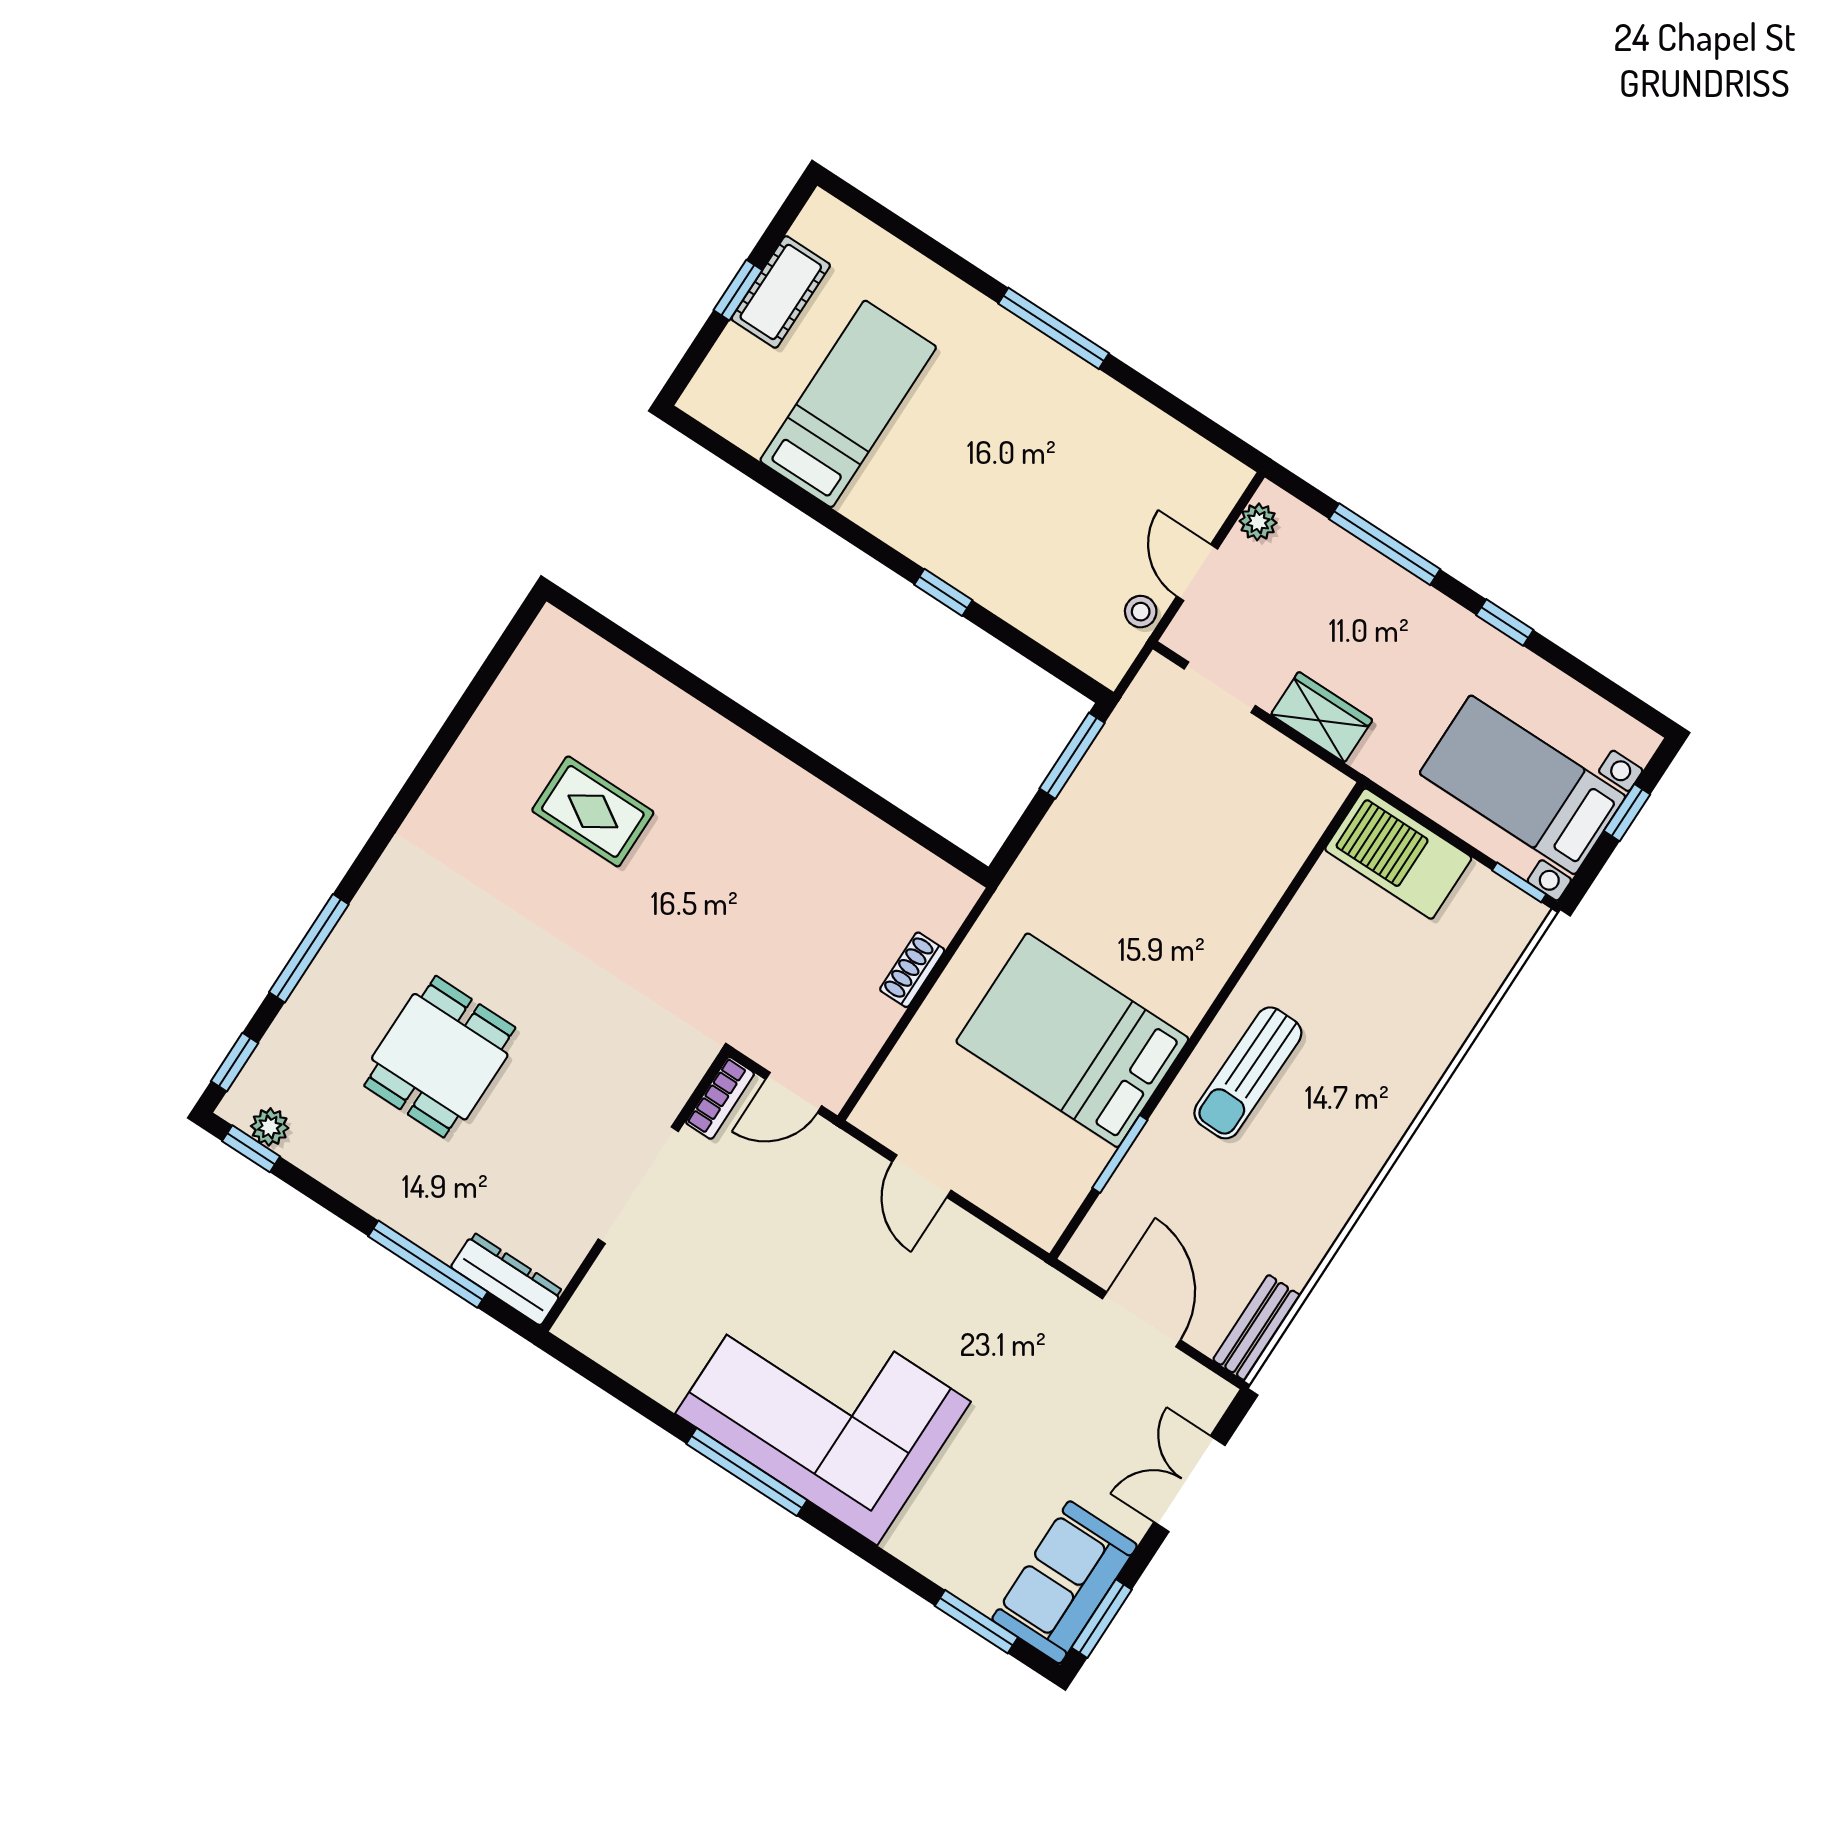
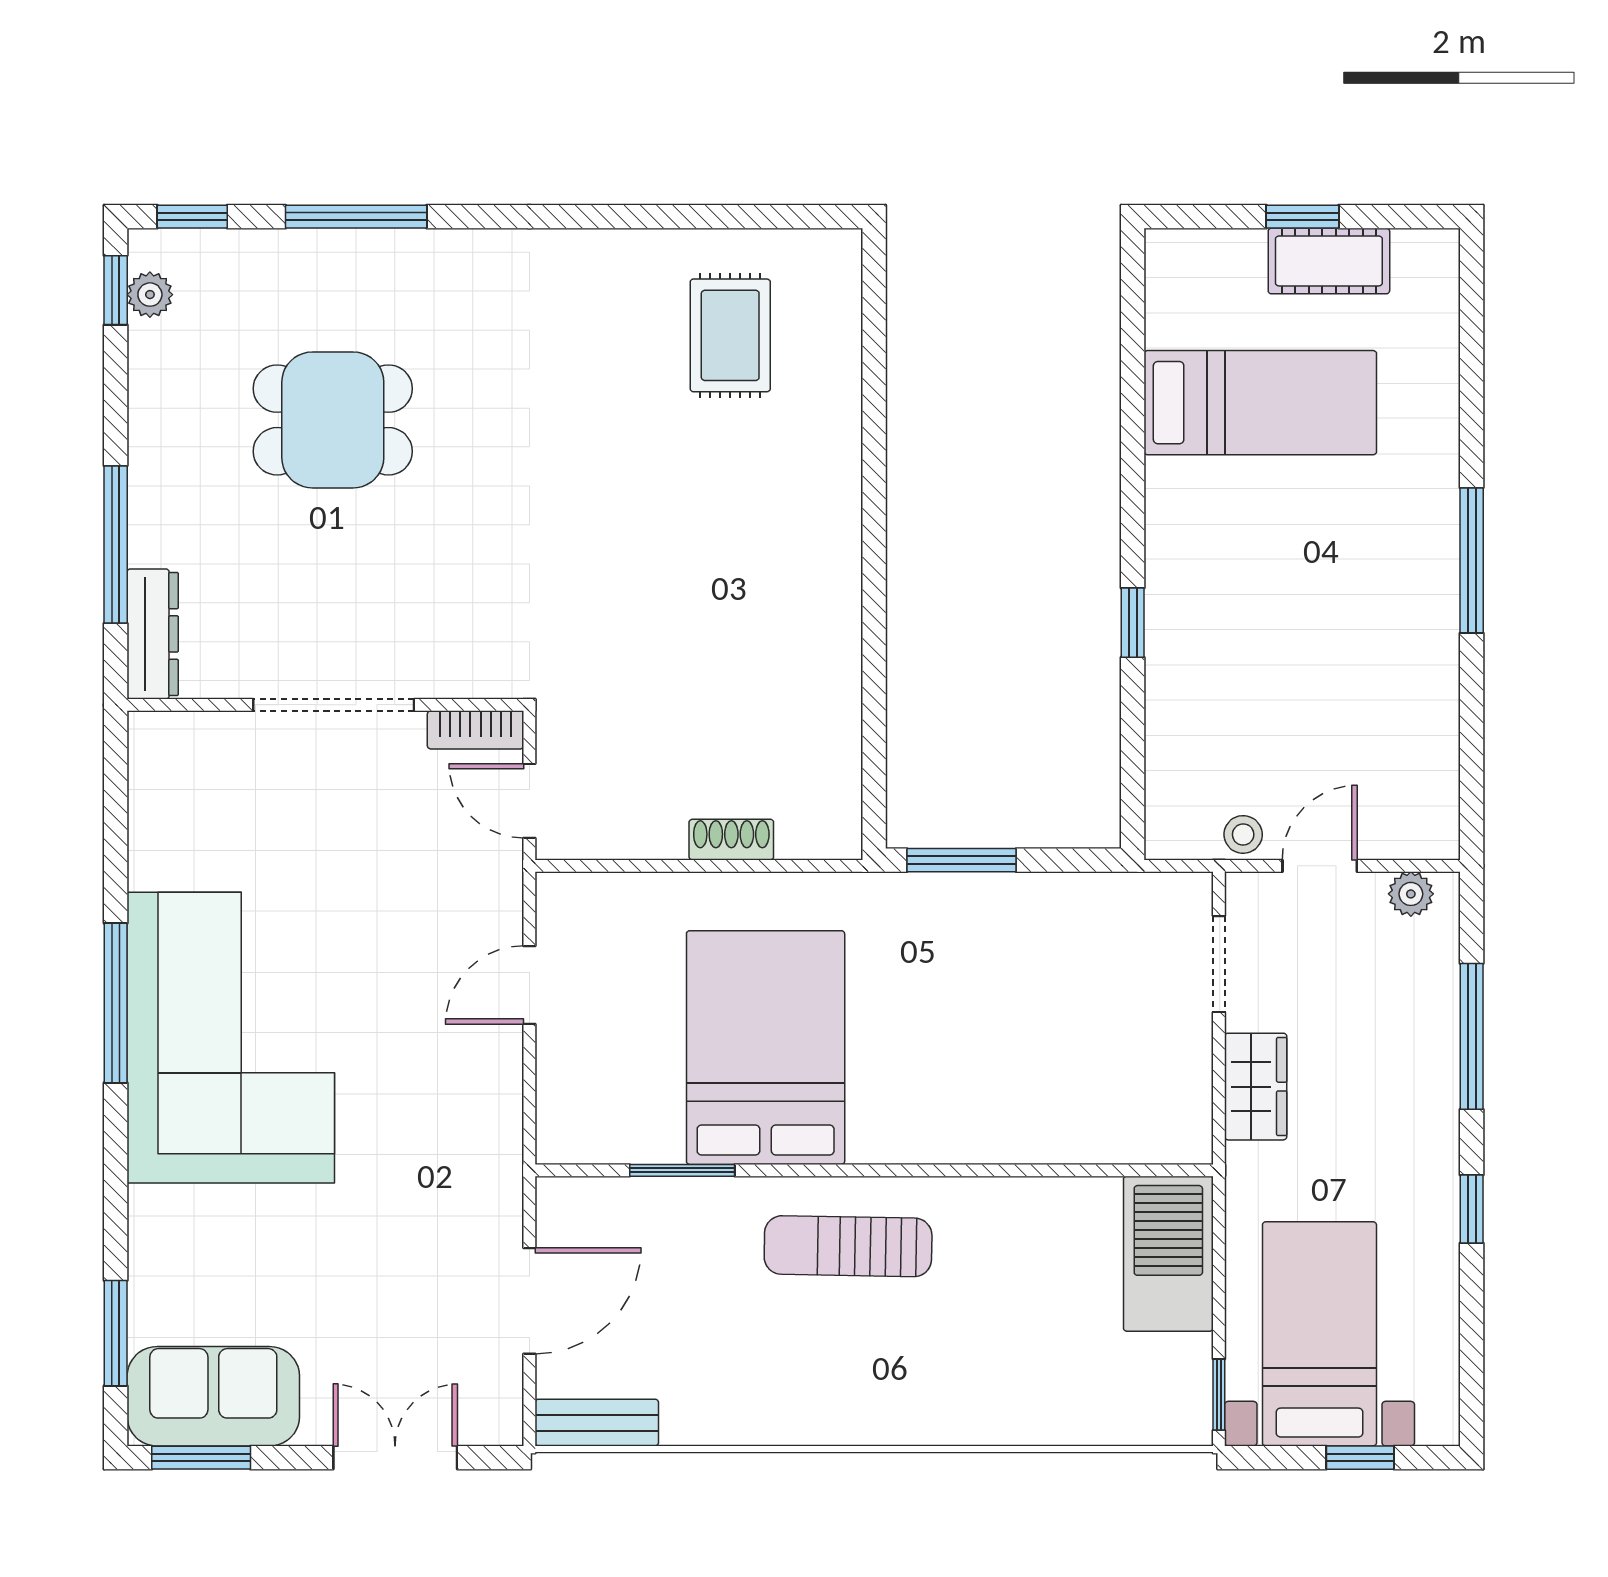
window: (1072, 756) -> (961, 860), moved
rug: (593, 811) -> (730, 335), moved

